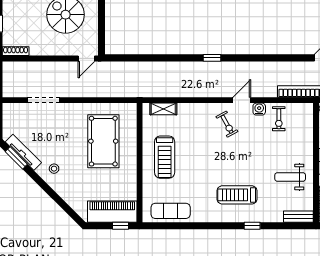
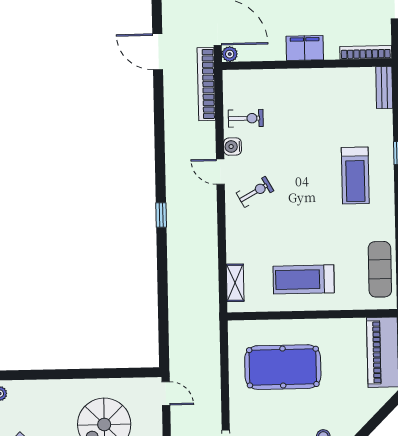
treadmill: (165, 157) -> (304, 279), turned 180
weight bench: (290, 177) -> (328, 101), removed

